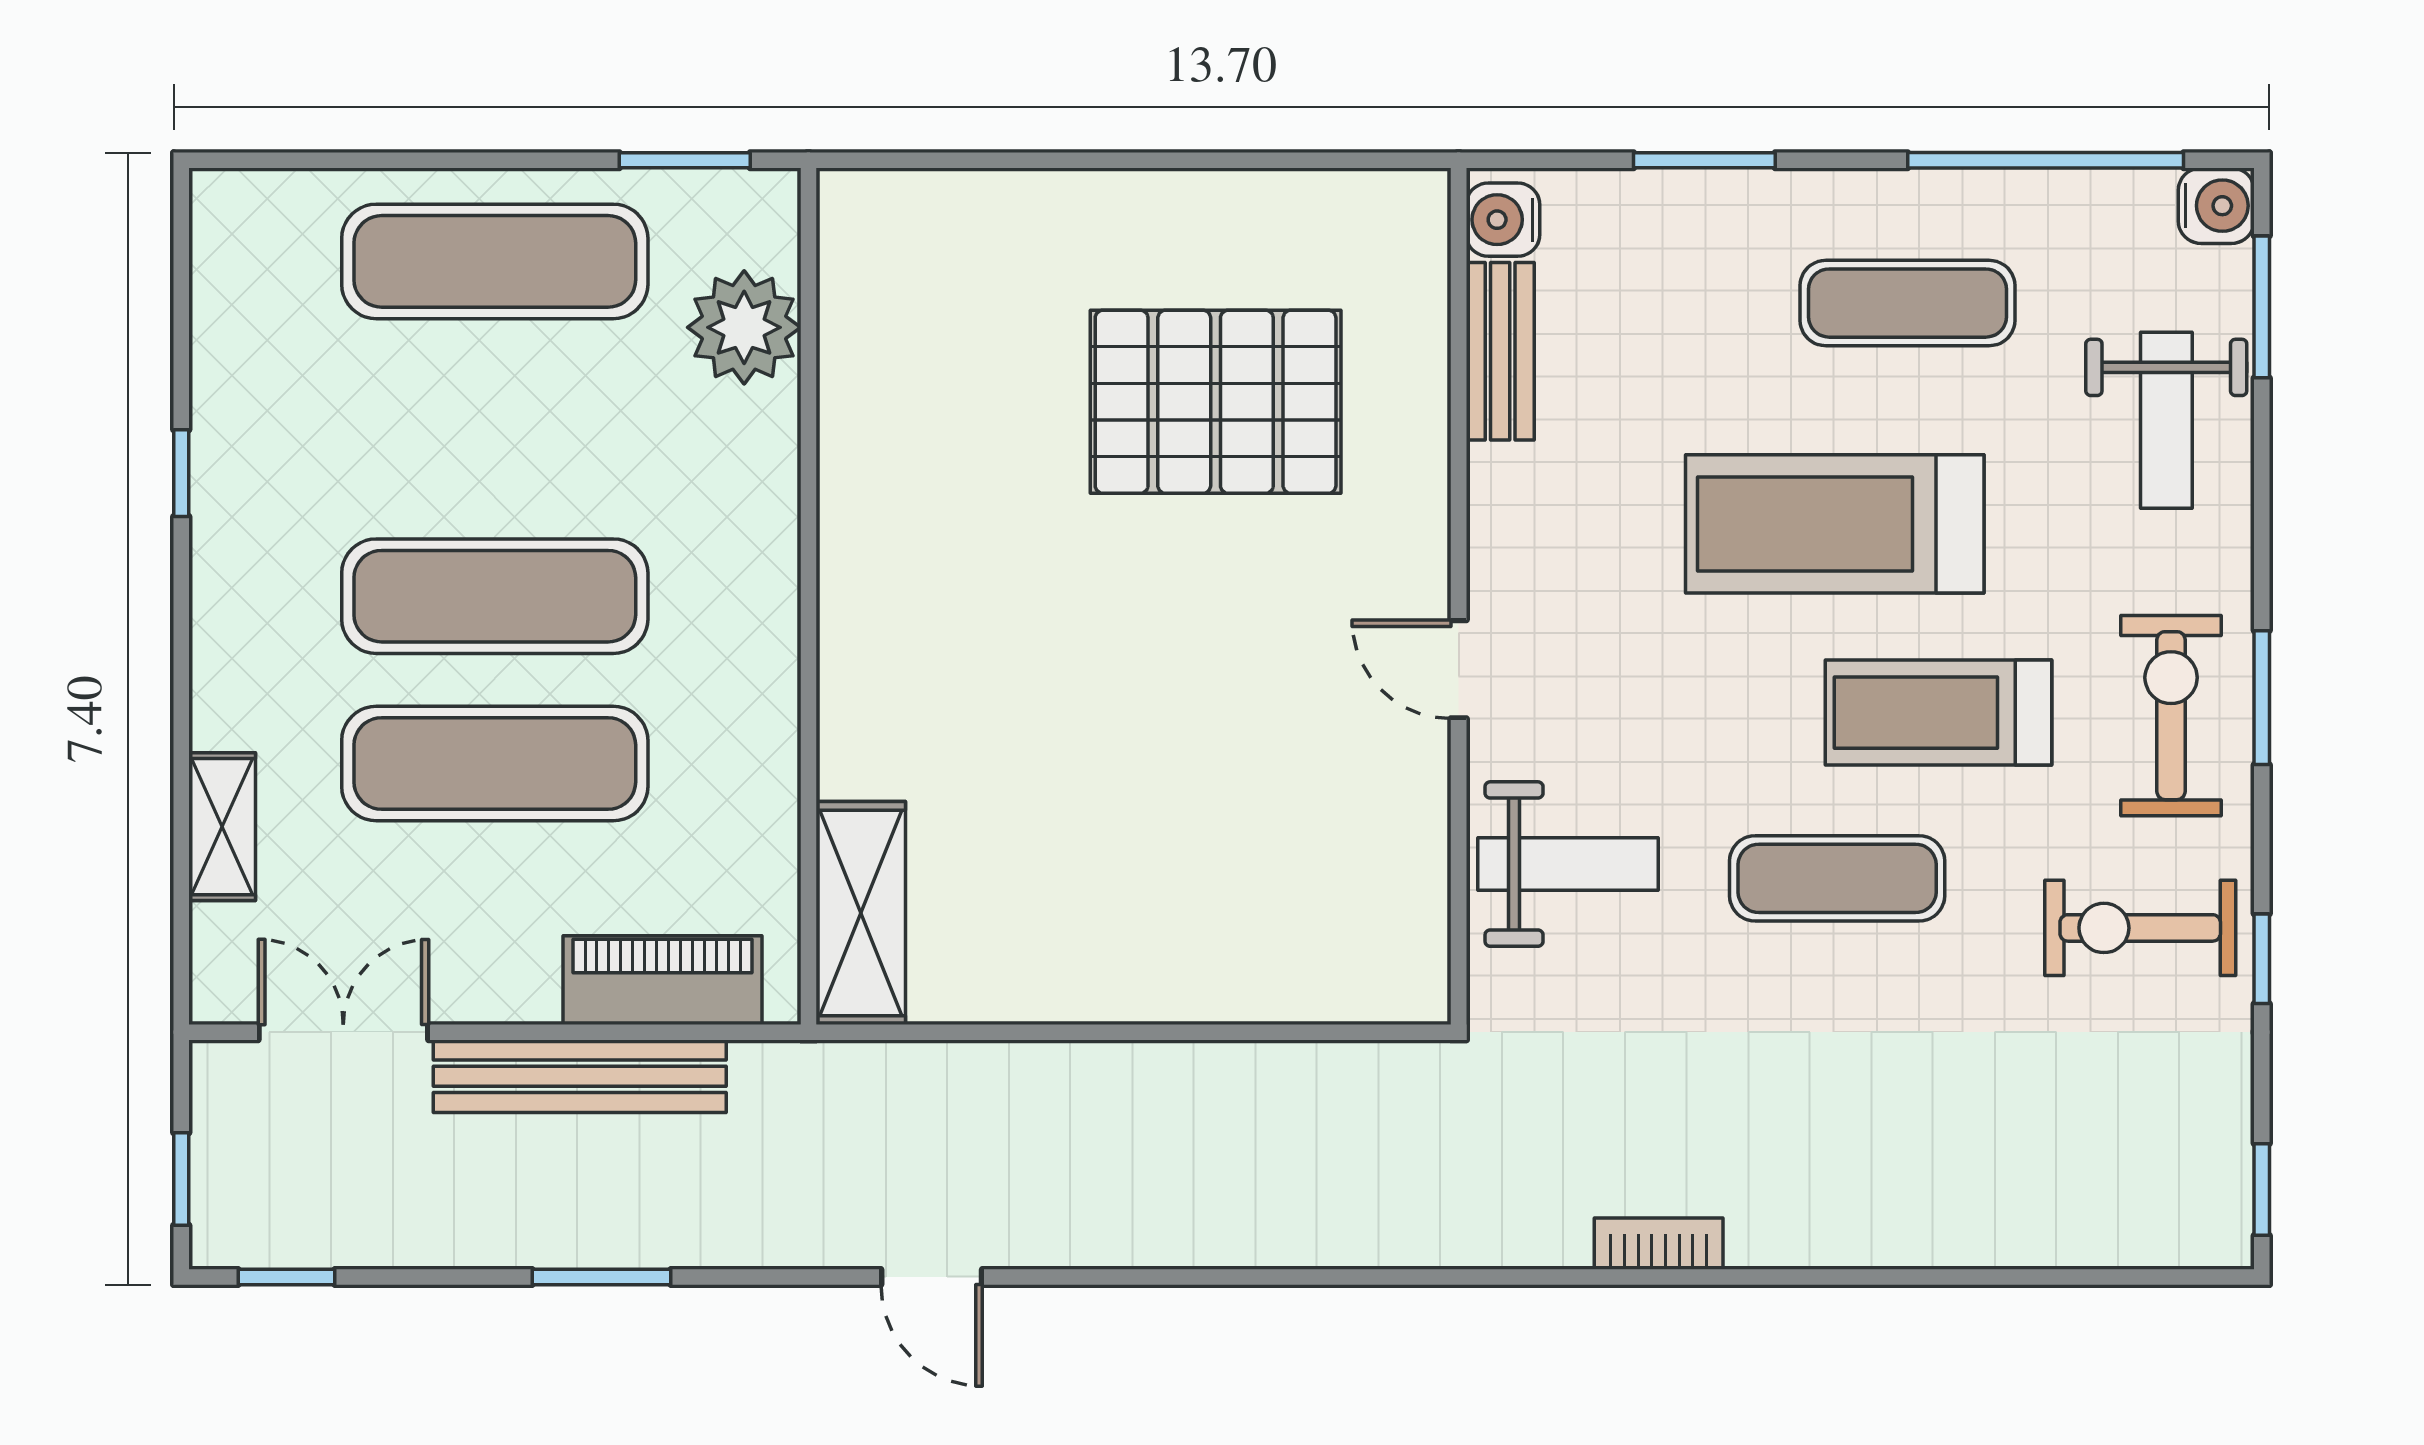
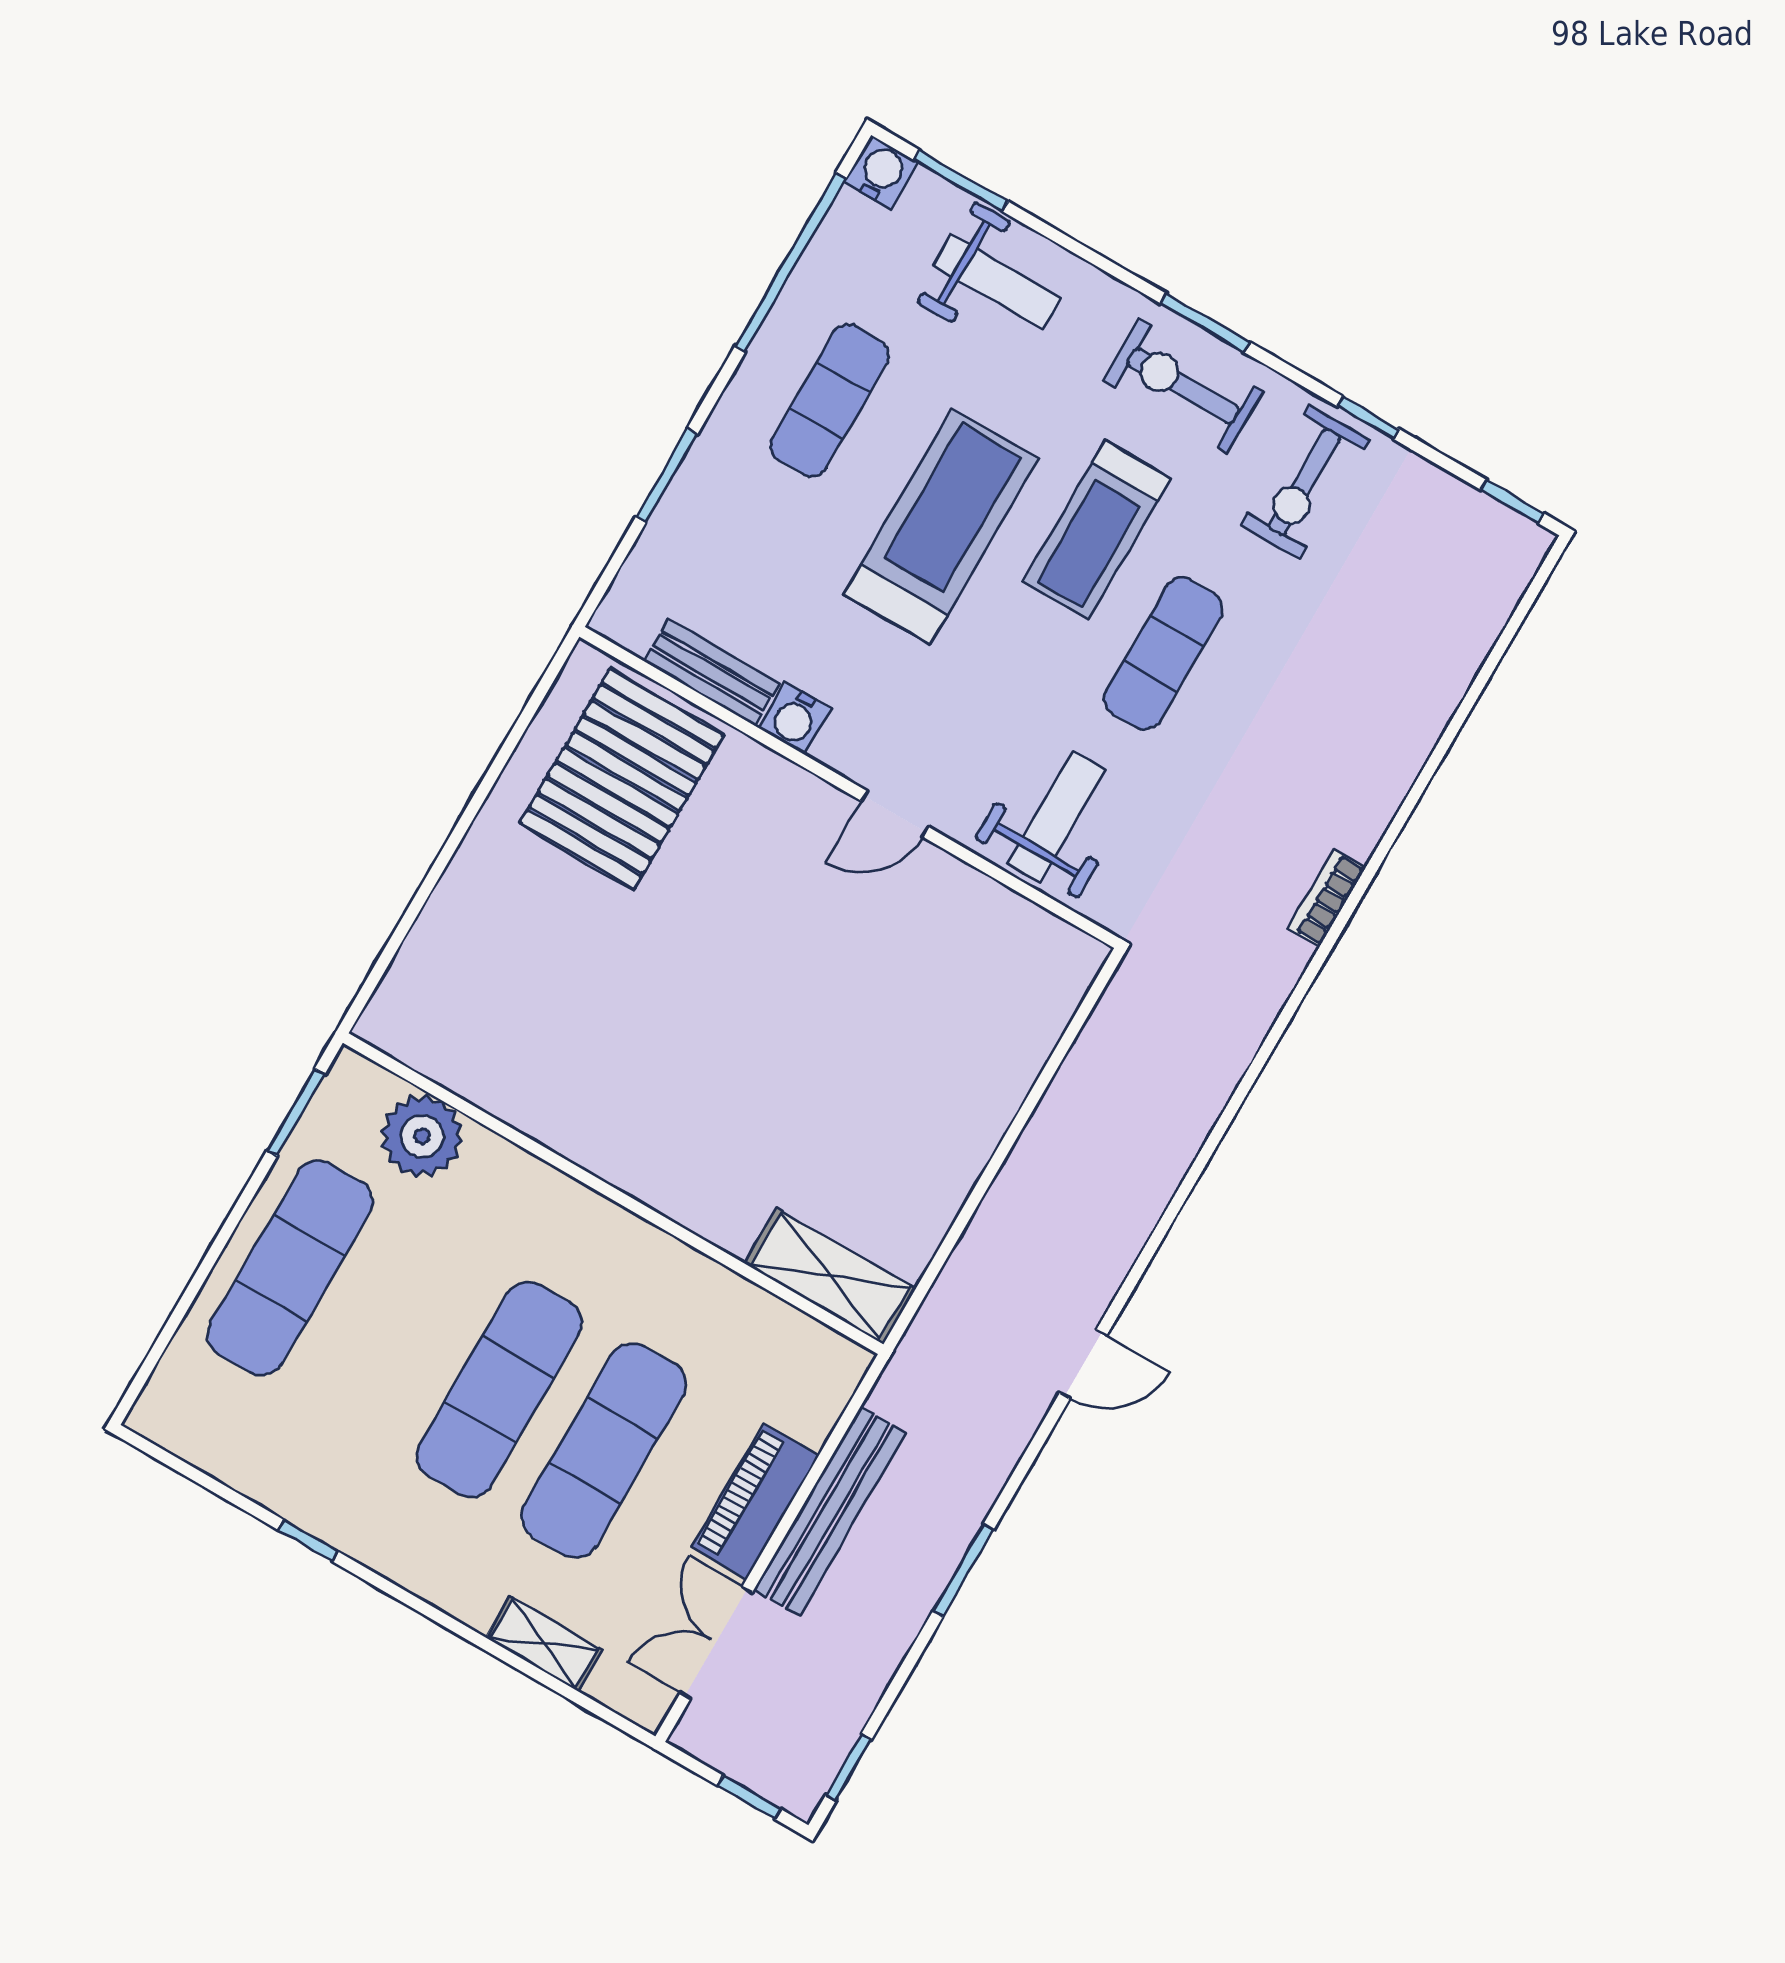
water cooler: (1503, 220) -> (795, 719), moved
pallet: (1216, 402) -> (622, 779), moved
treadmill: (1835, 524) -> (941, 526), turned 180
piano: (663, 980) -> (755, 1501), moved

